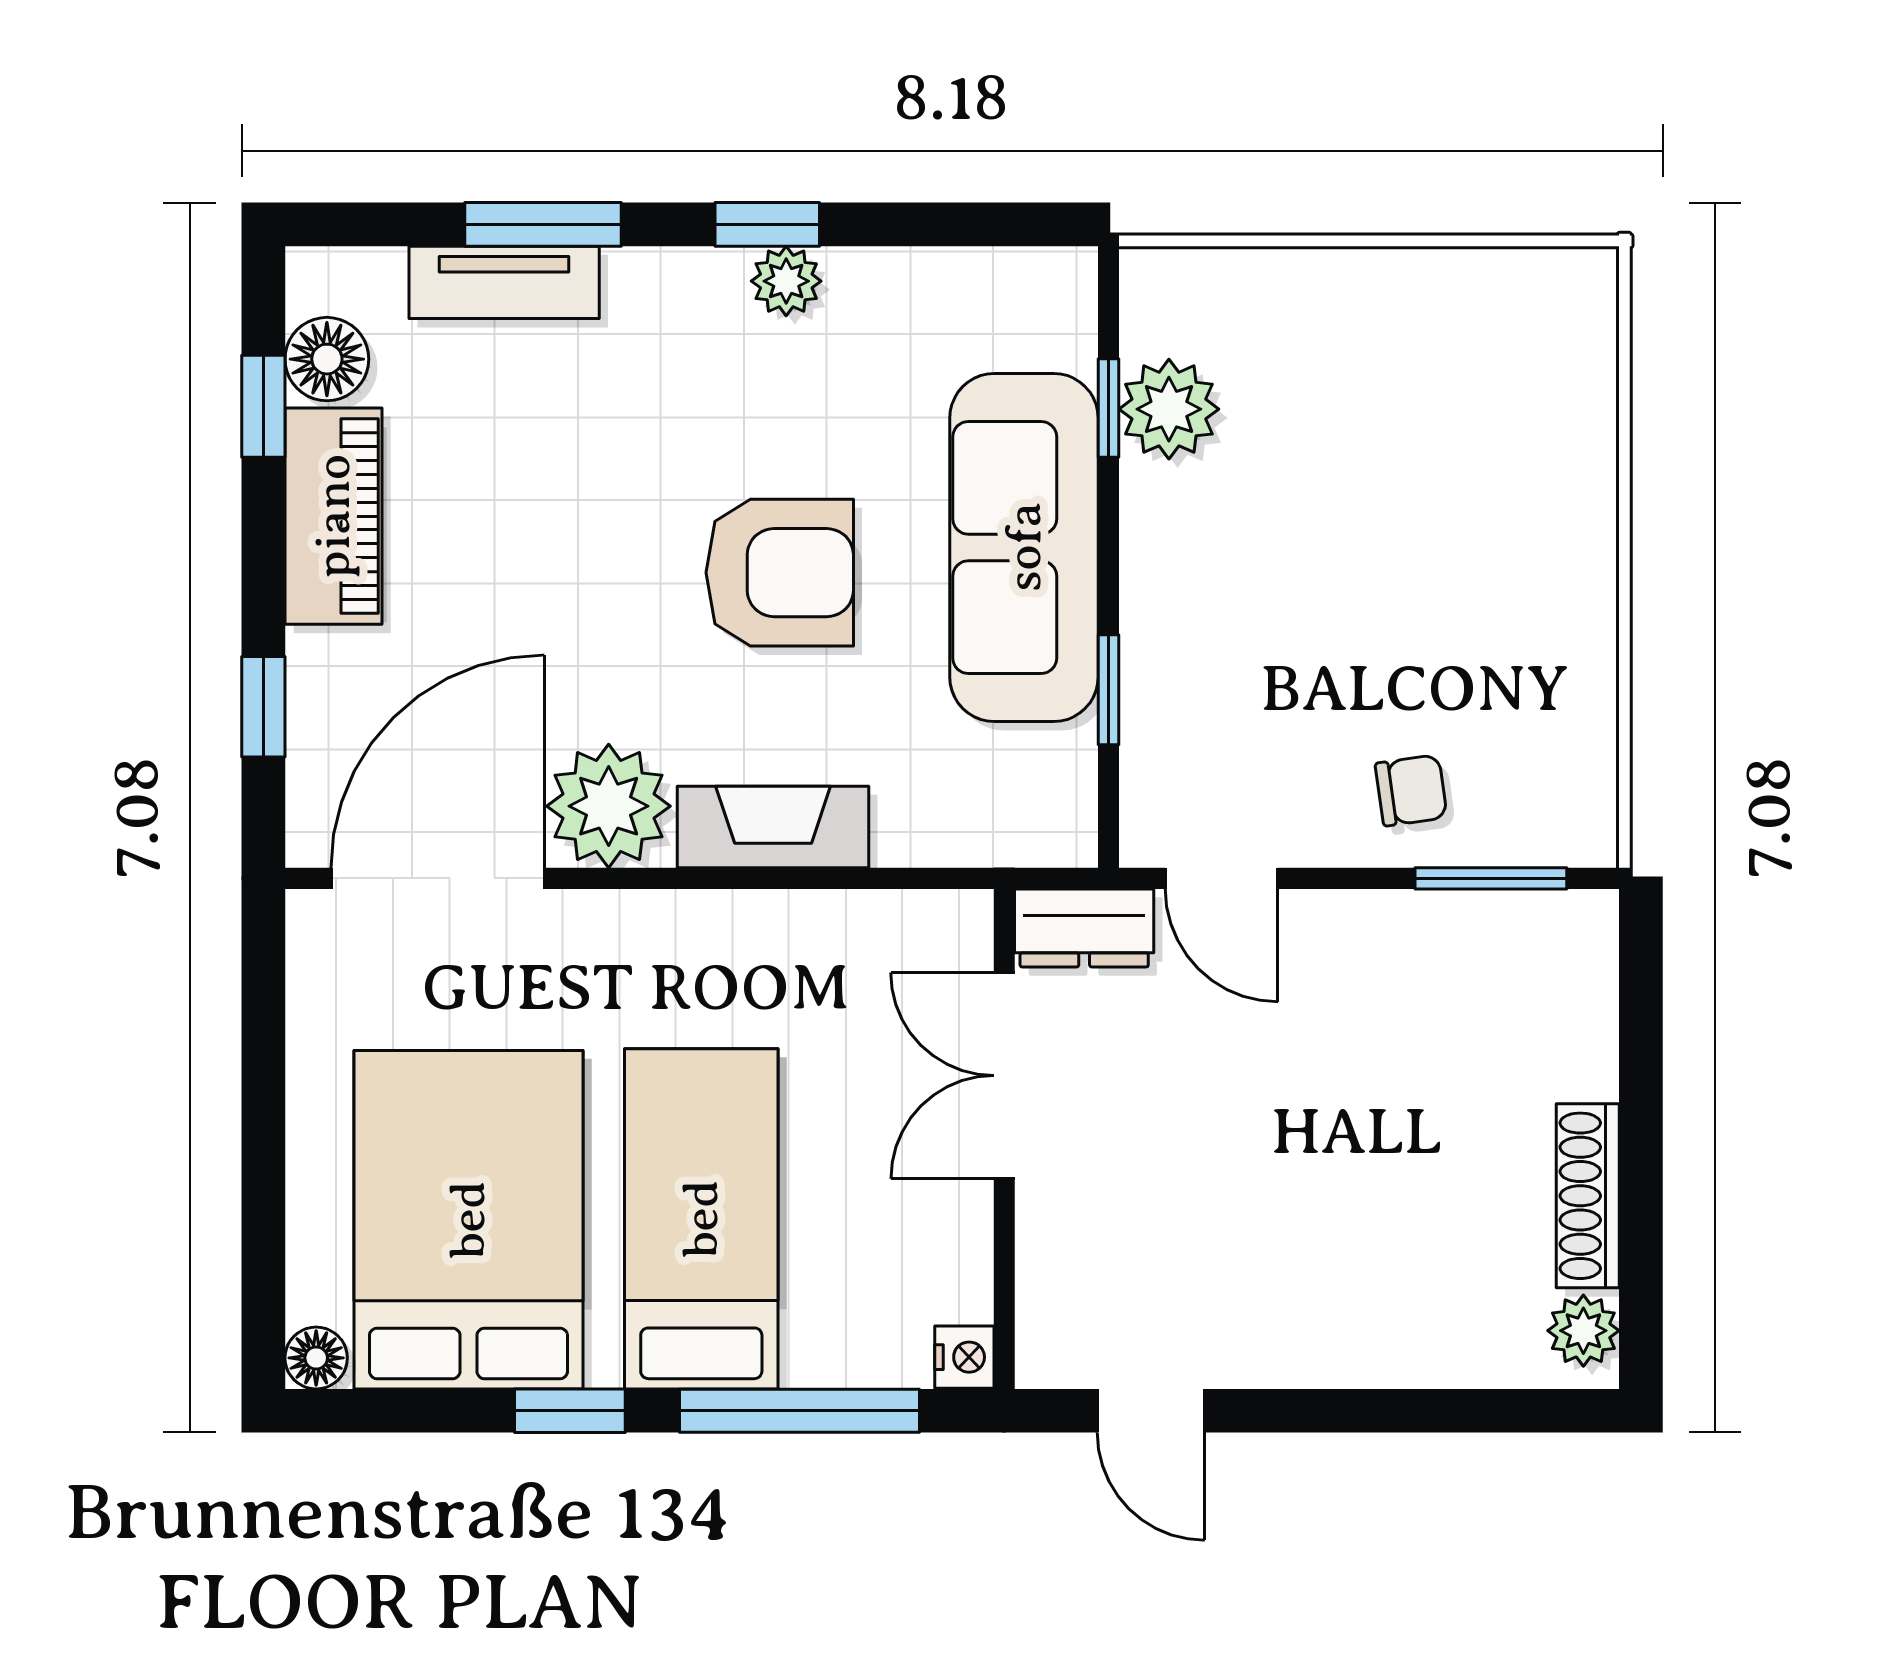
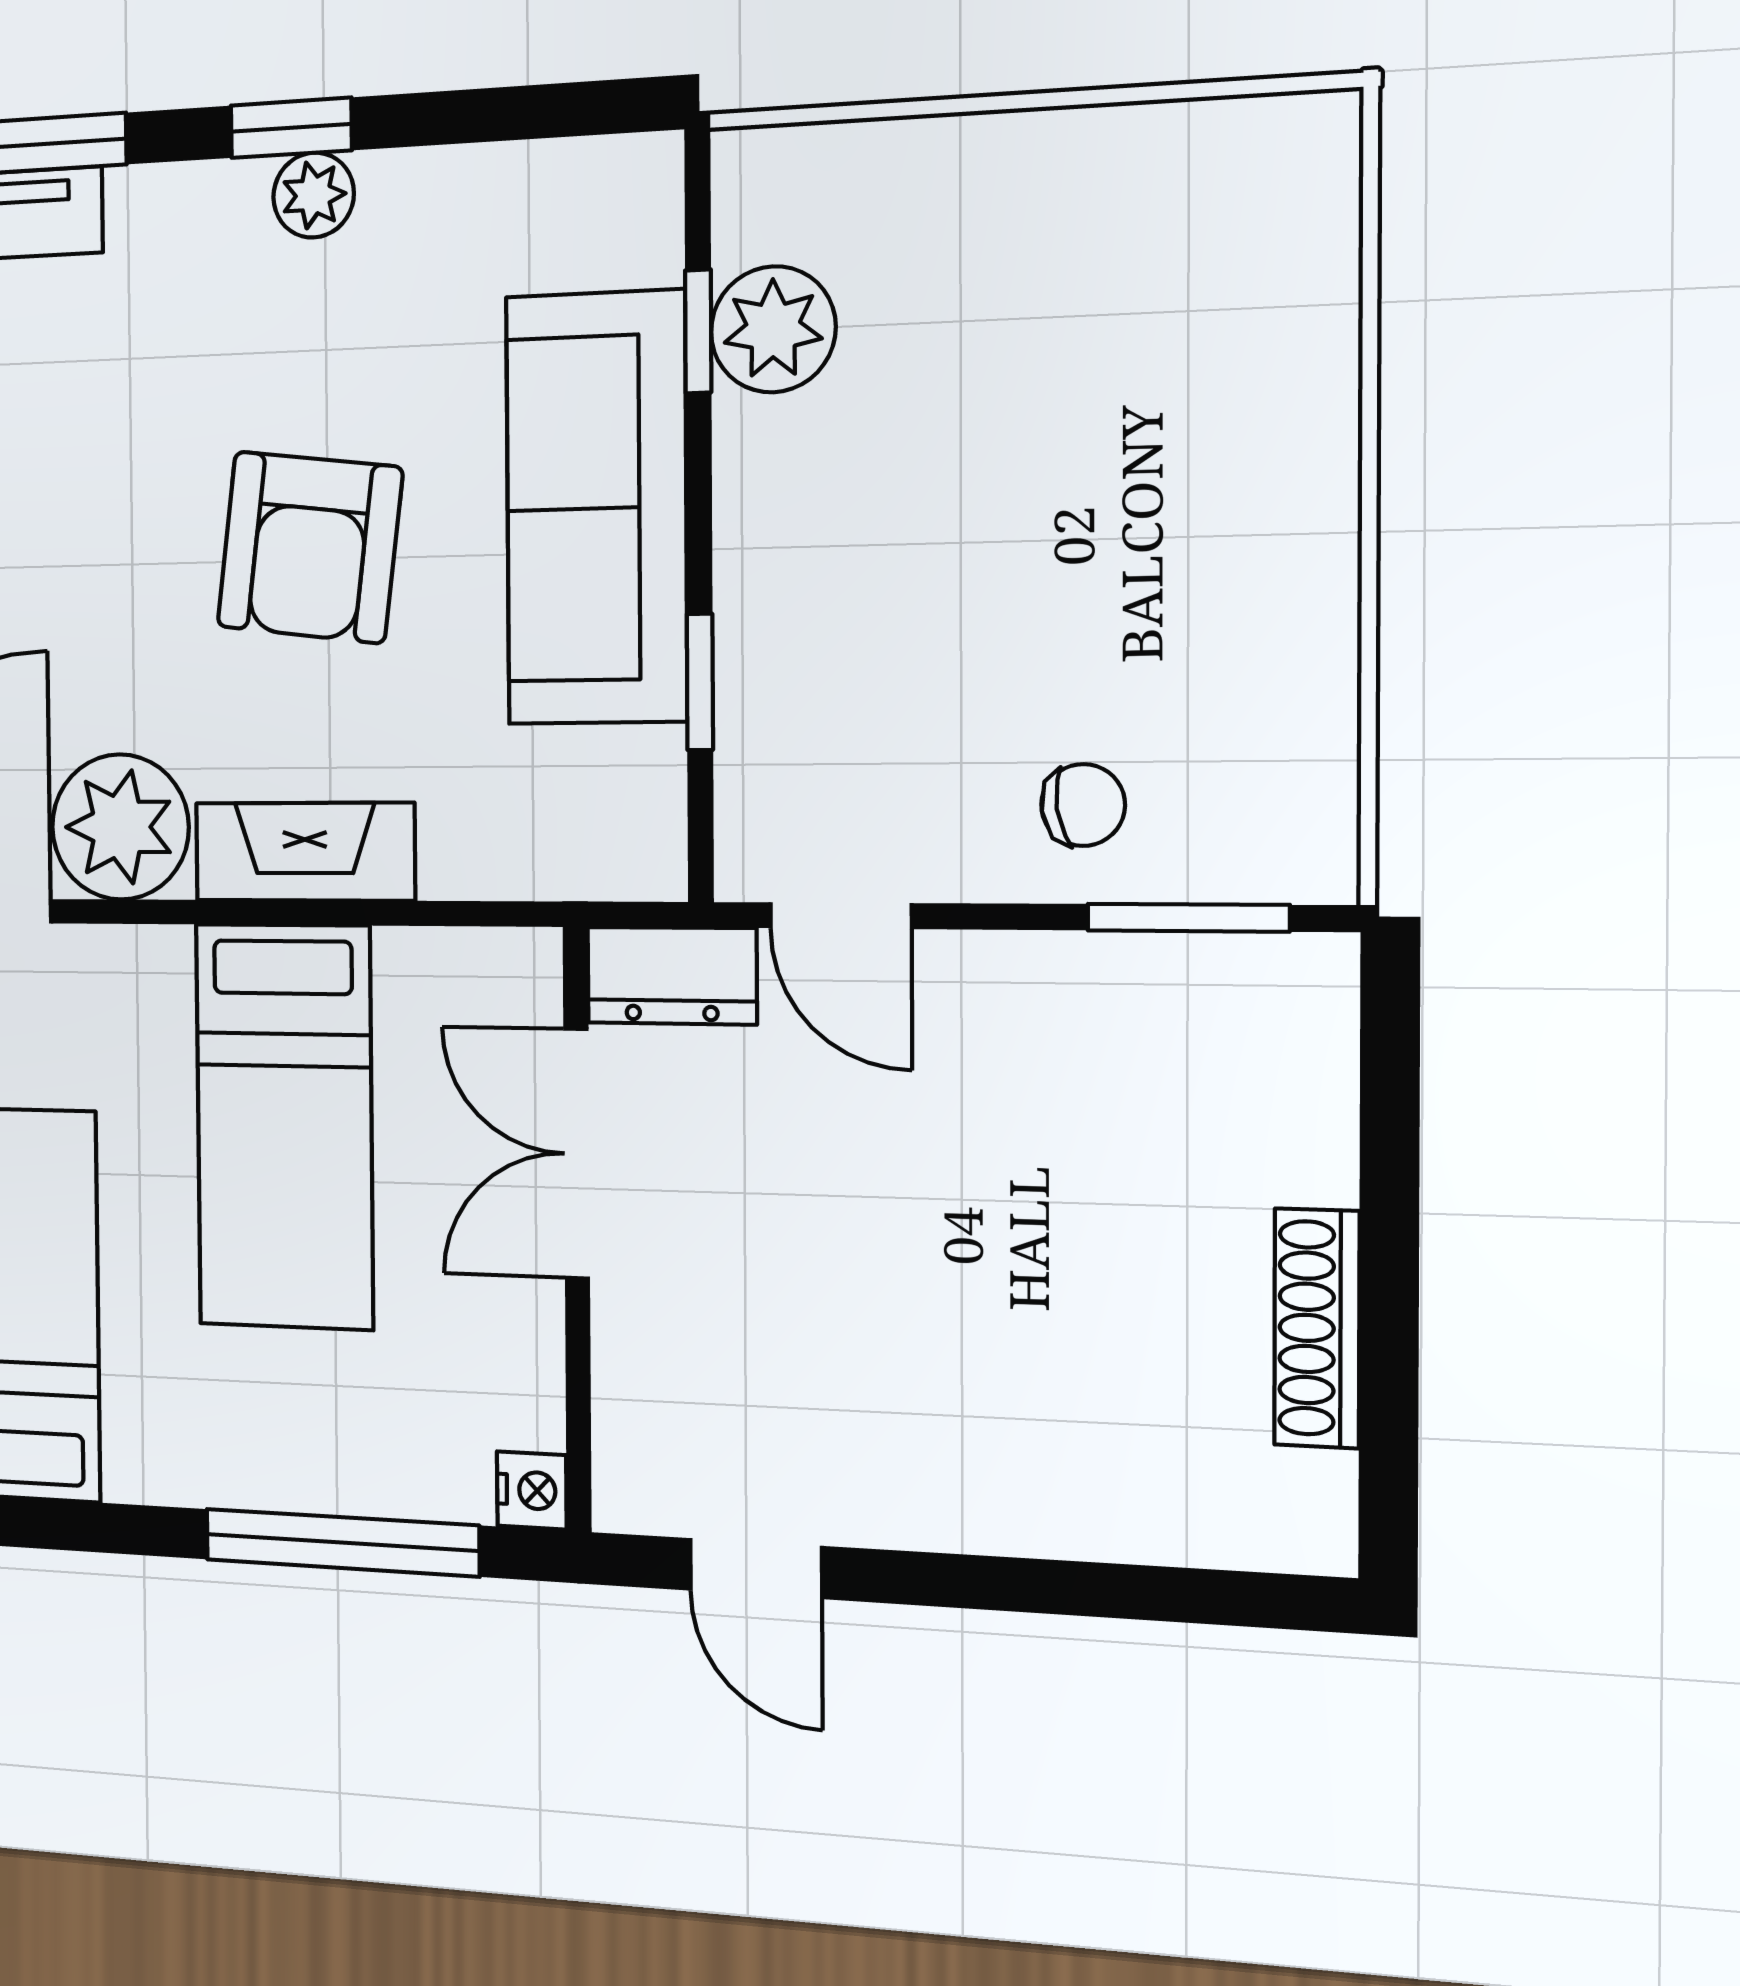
armchair: (780, 573) -> (310, 547), turned 97
bed: (701, 1219) -> (284, 1126), moved, turned 180
plant: (1583, 1331) -> (1310, 1501), removed
window: (570, 1411) -> (87, 1527), removed

